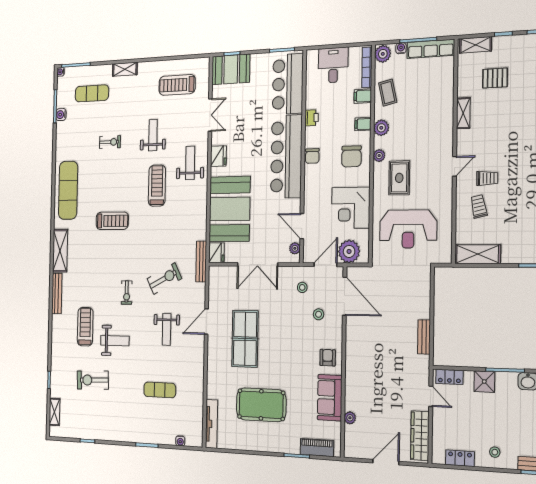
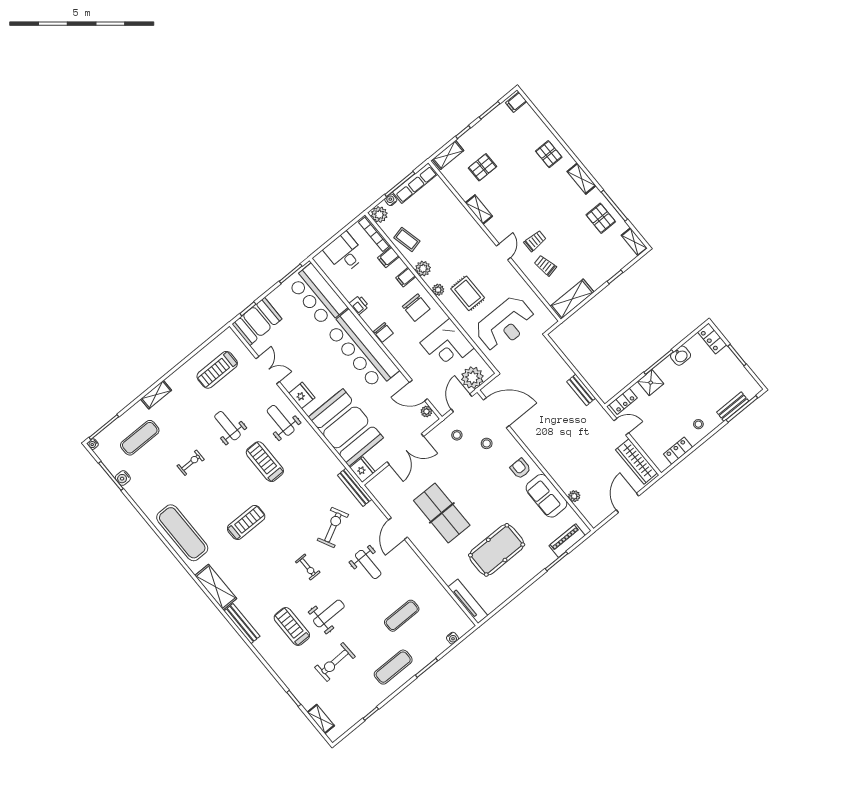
exercise mat: (126, 422) -> (393, 667), added

